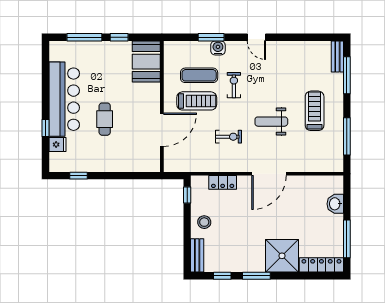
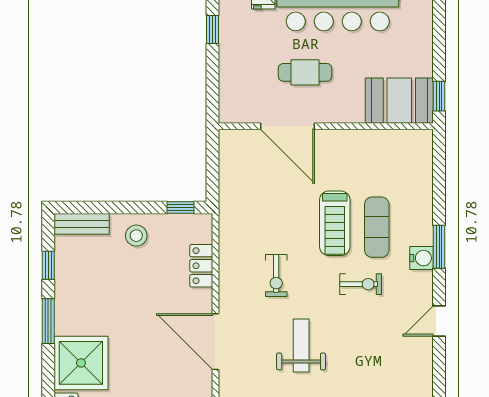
window: (84, 37) -> (439, 39), removed
booth: (146, 62) -> (399, 101), moved
wall: (162, 106) -> (326, 126), moved
door: (162, 130) -> (288, 126), moved

